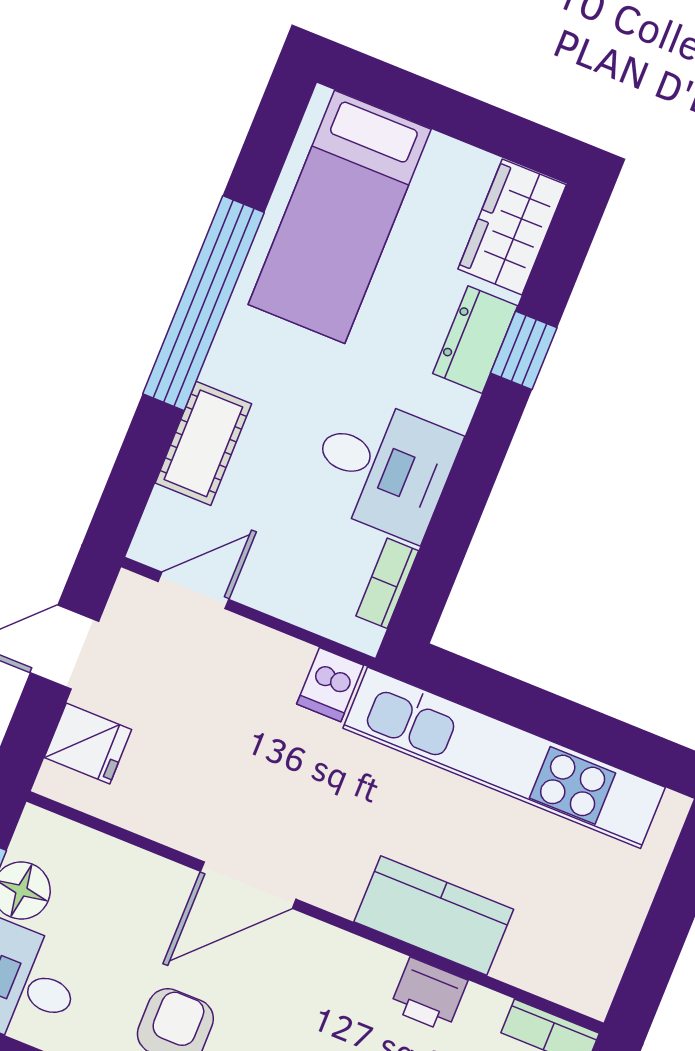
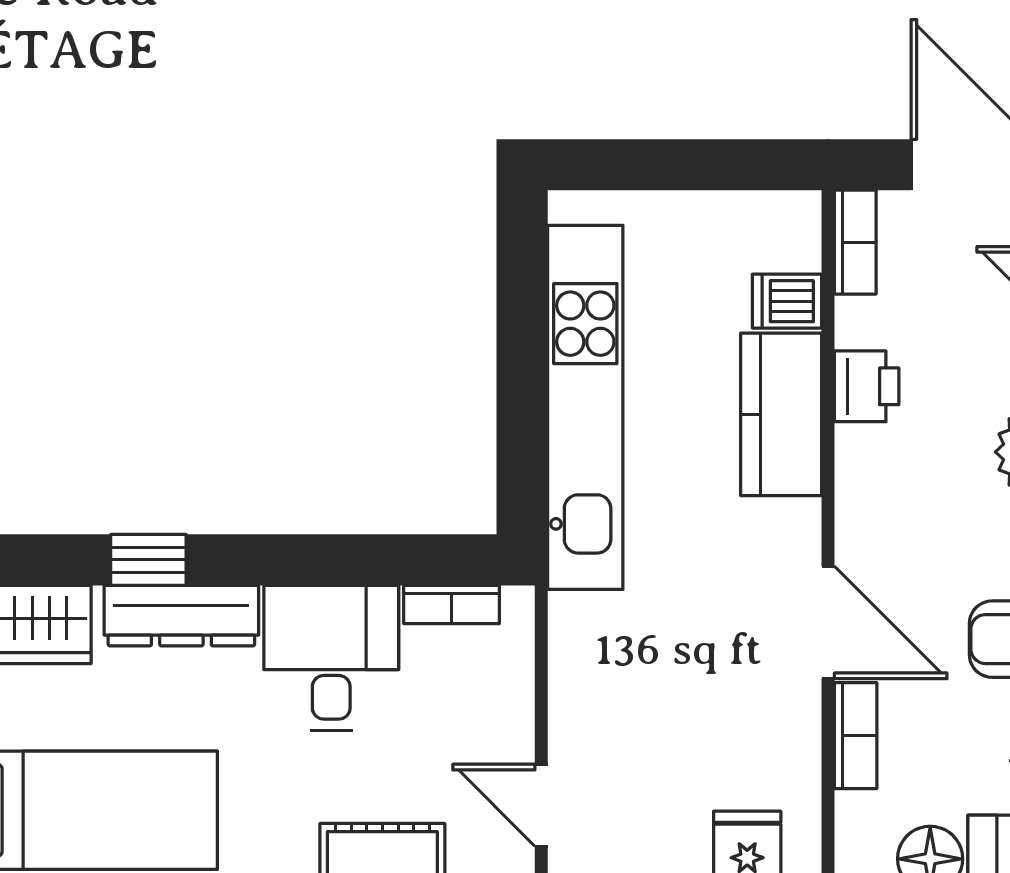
dresser: (475, 340) -> (181, 616), width x1.44
dishwasher: (330, 685) -> (787, 301), moved, turned 180
bookcase: (147, 870) -> (856, 736), added

